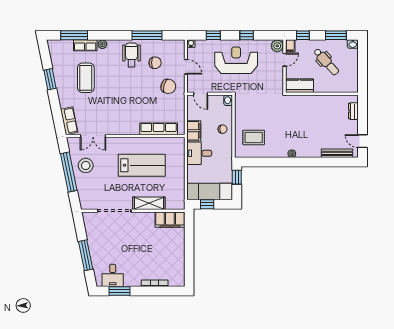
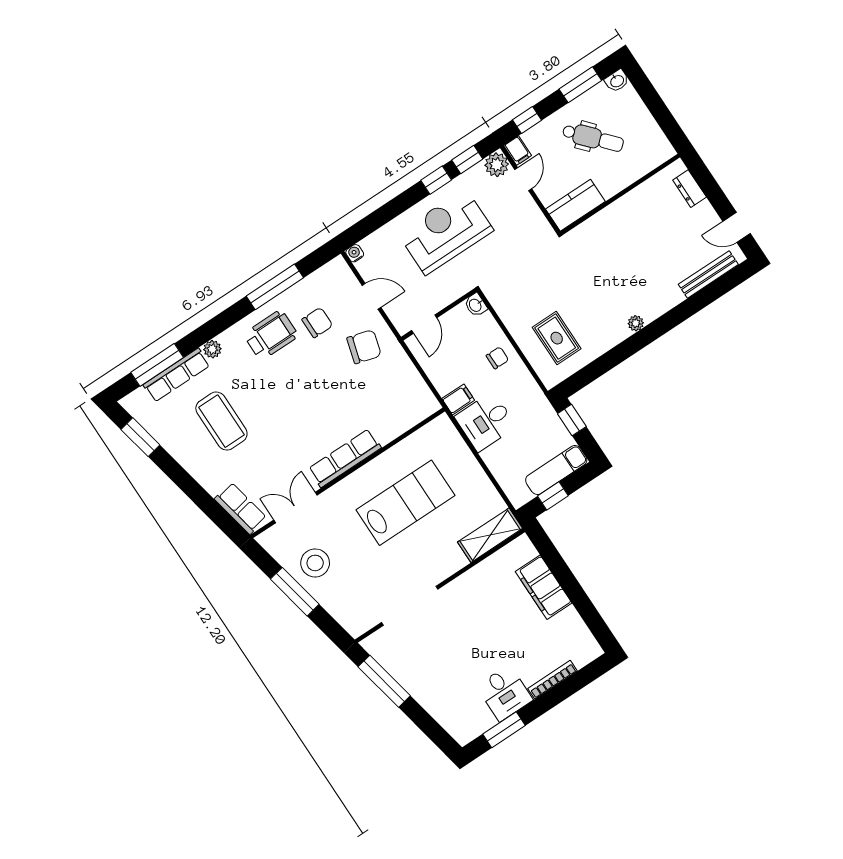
window: (213, 35) -> (467, 159), moved
row of seats: (85, 45) -> (177, 375), width x1.48
wheelchair: (132, 55) -> (271, 335), turned 90
window: (50, 79) -> (140, 437), moved
door: (201, 94) -> (424, 324), hinge flipped
row of seats: (159, 129) -> (345, 458), moved
filing cabinet: (194, 131) -> (458, 399), width x0.50
double door: (93, 136) -> (295, 508), swing flipped
rug: (254, 138) -> (557, 338), turned 90
window: (69, 172) -> (295, 592), width x0.68
exam couch: (210, 192) -> (556, 470), width x0.73, depth x0.69
shelving: (149, 203) -> (490, 535), moved
filing cabinet: (170, 220) -> (544, 587), moved, turned 90
window: (86, 255) -> (384, 681), moved
desk: (113, 275) -> (505, 693), moved

